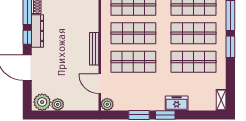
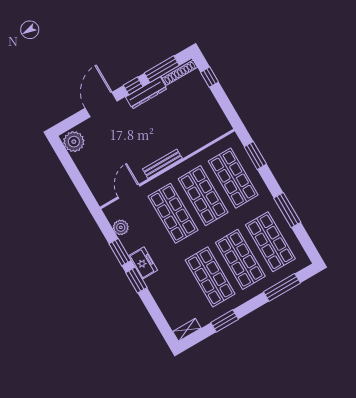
window: (230, 47) -> (225, 321), moved
freezer: (177, 103) -> (143, 263), moved
plant: (58, 104) -> (81, 160), removed
plant: (107, 104) -> (121, 227), moved

